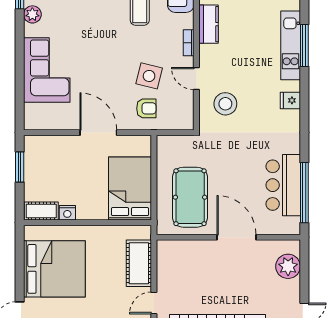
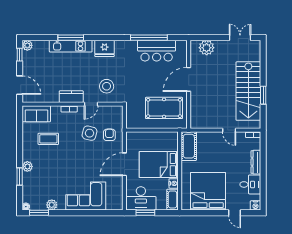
kitchen counter: (208, 24) -> (71, 97), moved
fridge: (290, 100) -> (105, 48), width x1.88, depth x1.34
desk: (43, 160) -> (141, 198), added
bed: (130, 189) -> (159, 165), moved
window: (304, 193) -> (149, 38), moved
cot: (139, 263) -> (189, 146), moved, turned 90

